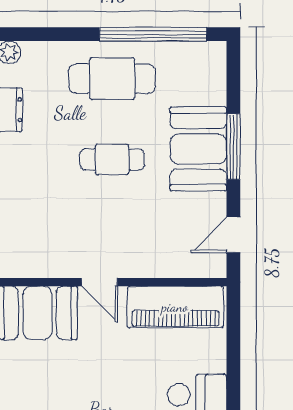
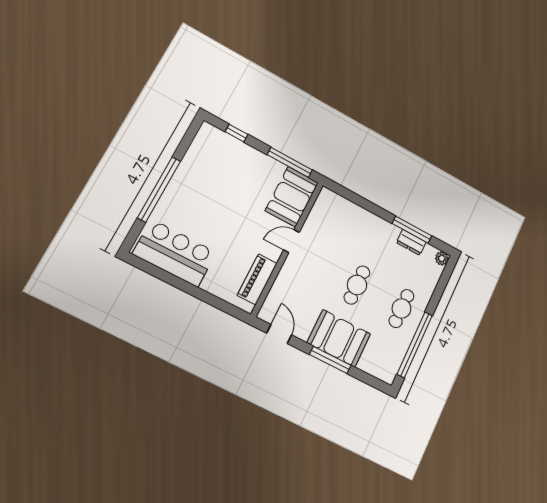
cafe table: (112, 79) -> (401, 308), width x0.73, depth x0.74
piano: (175, 307) -> (257, 279), width x0.73, depth x0.75

